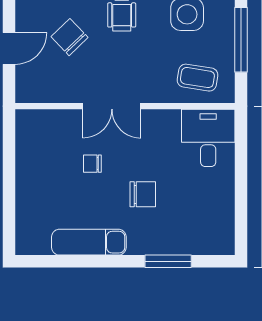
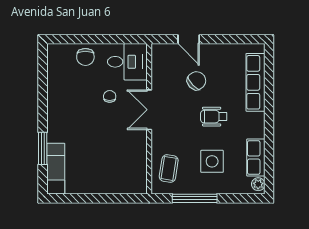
desk: (208, 138) -> (127, 62), moved
chair: (143, 194) -> (85, 57), moved
exam couch: (89, 242) -> (56, 169), moved

